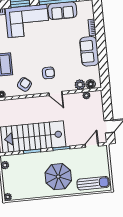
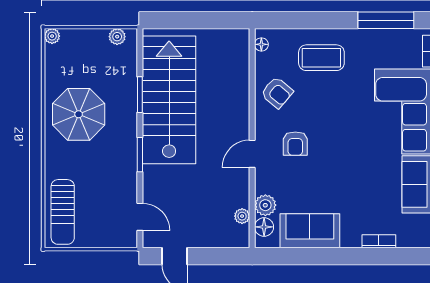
sofa: (89, 51) -> (310, 231), moved
parasol: (58, 177) -> (79, 114), moved

